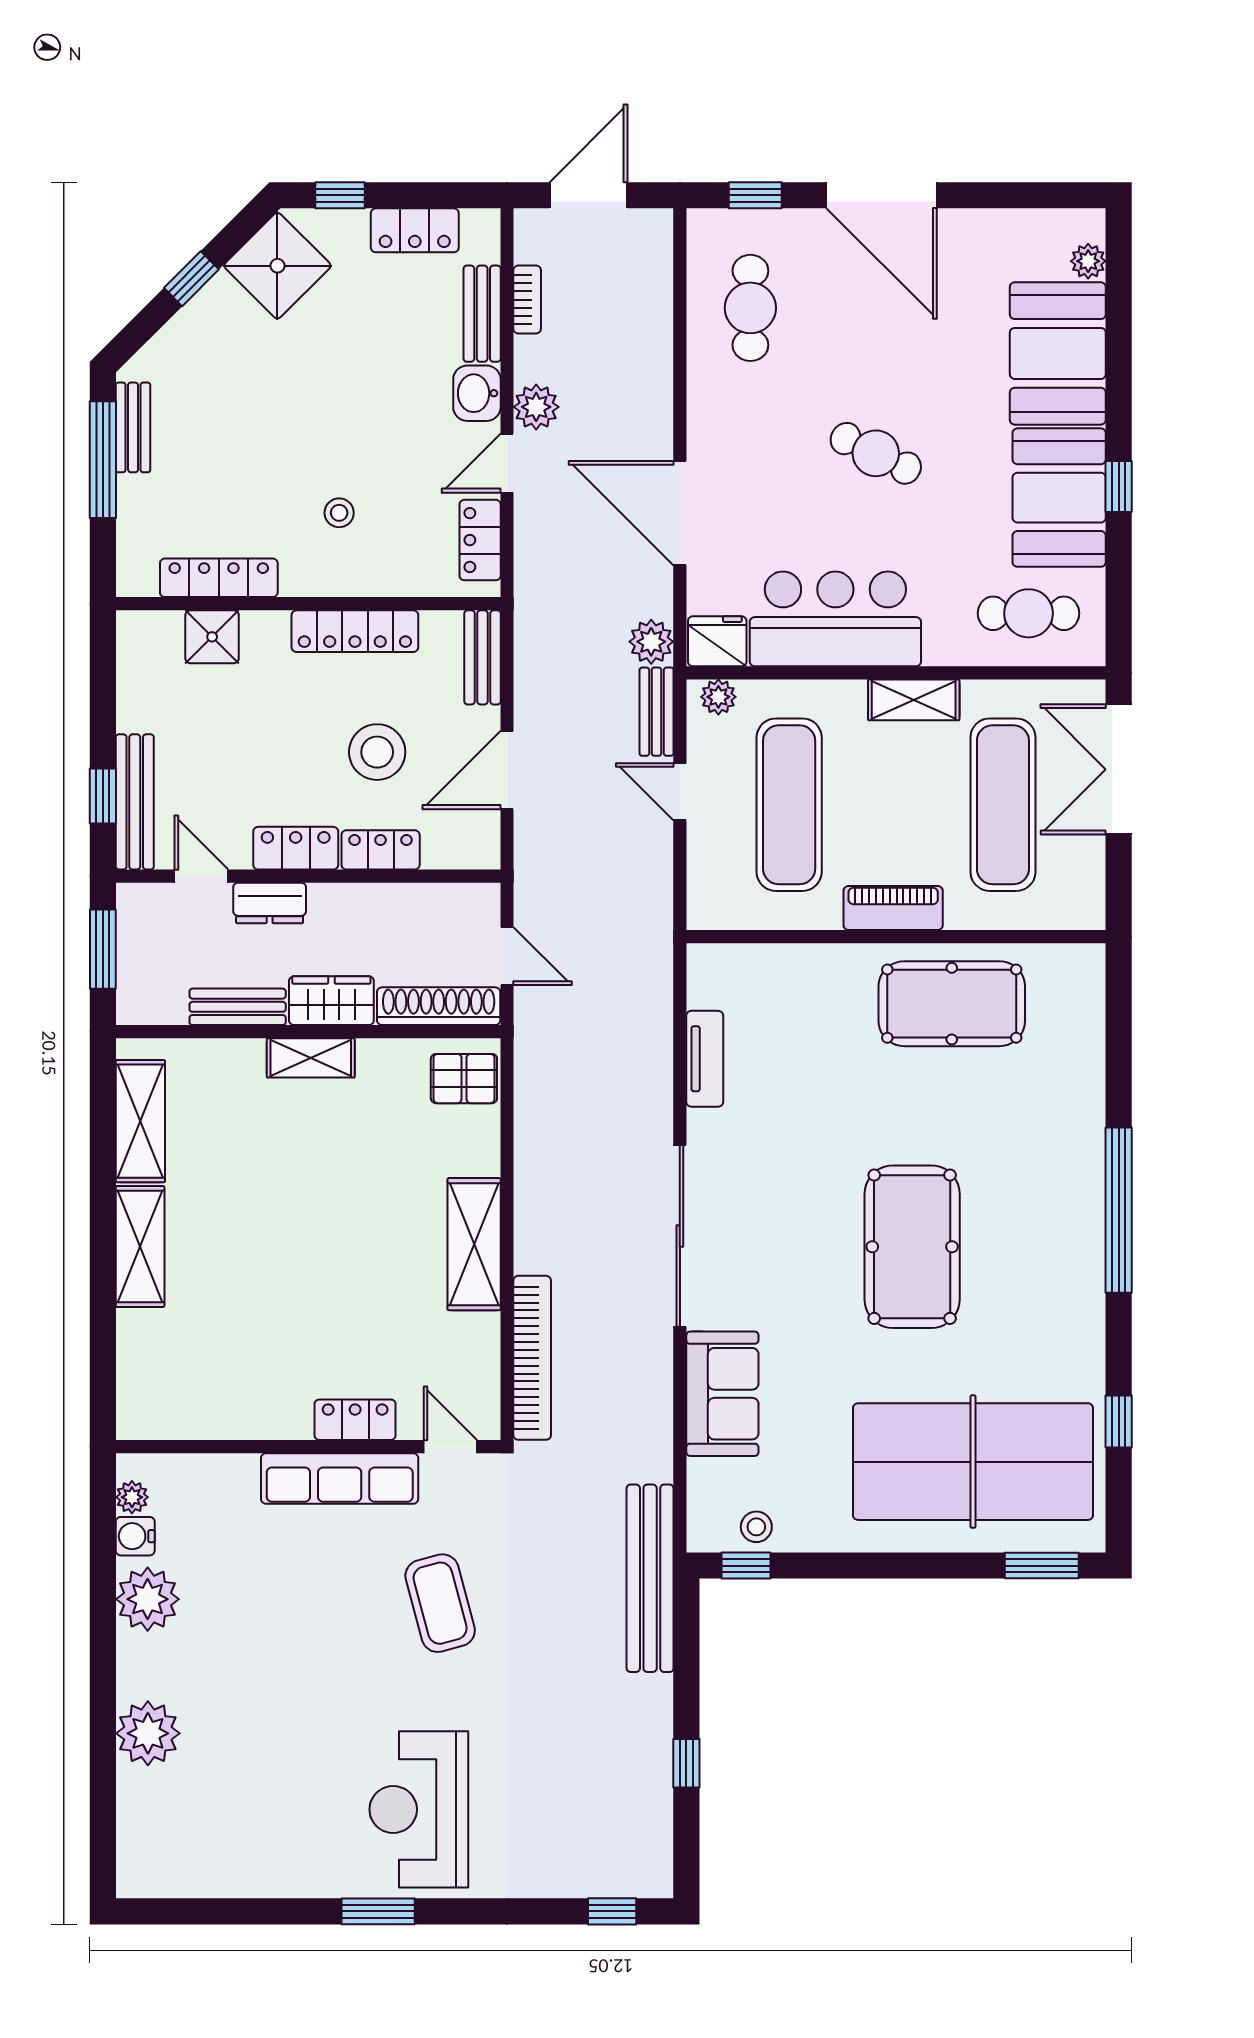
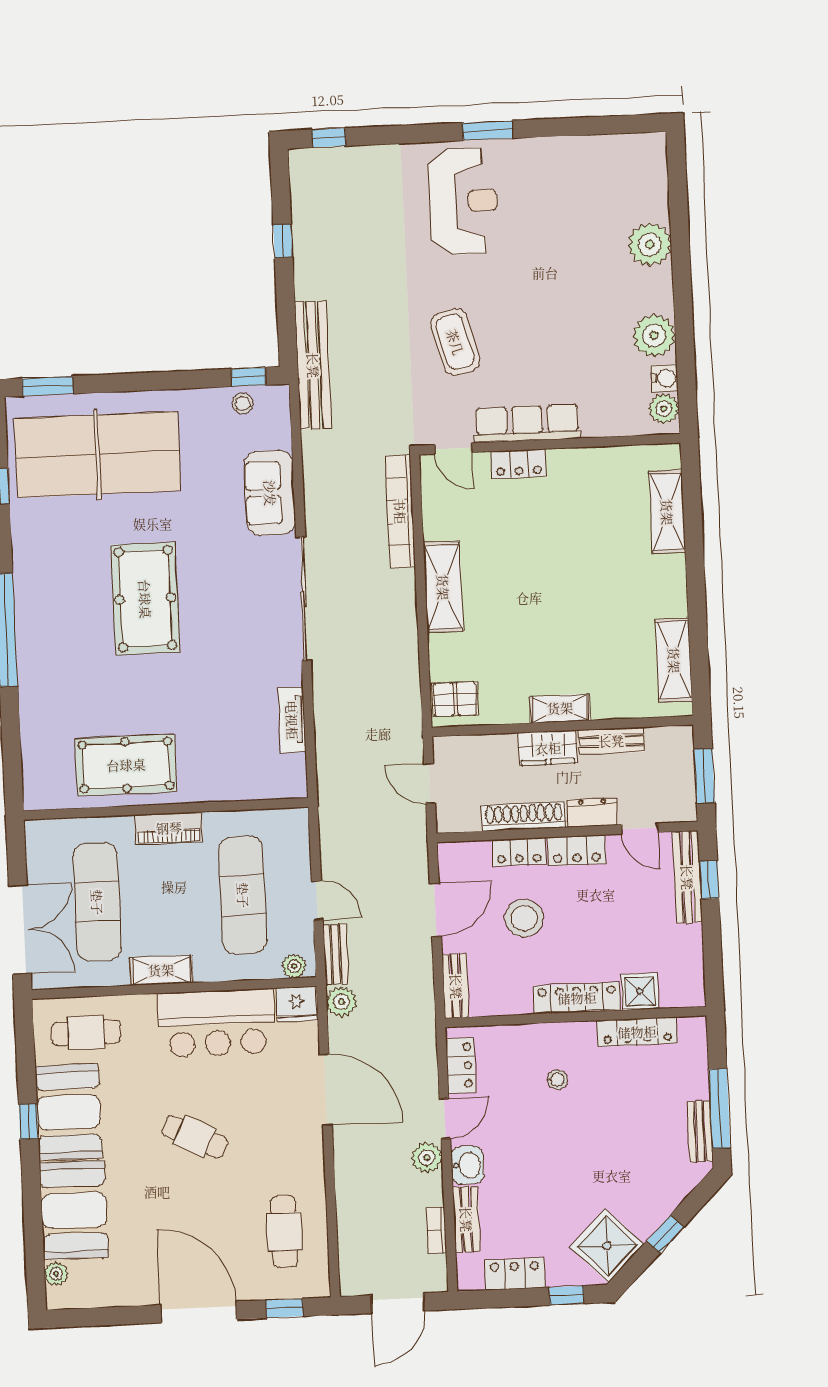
locker: (355, 631) -> (577, 998), moved
shoe rack: (439, 1006) -> (524, 816), moved, turned 180
shelving: (140, 1246) -> (667, 512), moved
plant: (132, 1497) -> (664, 409), width x1.38, depth x1.38

